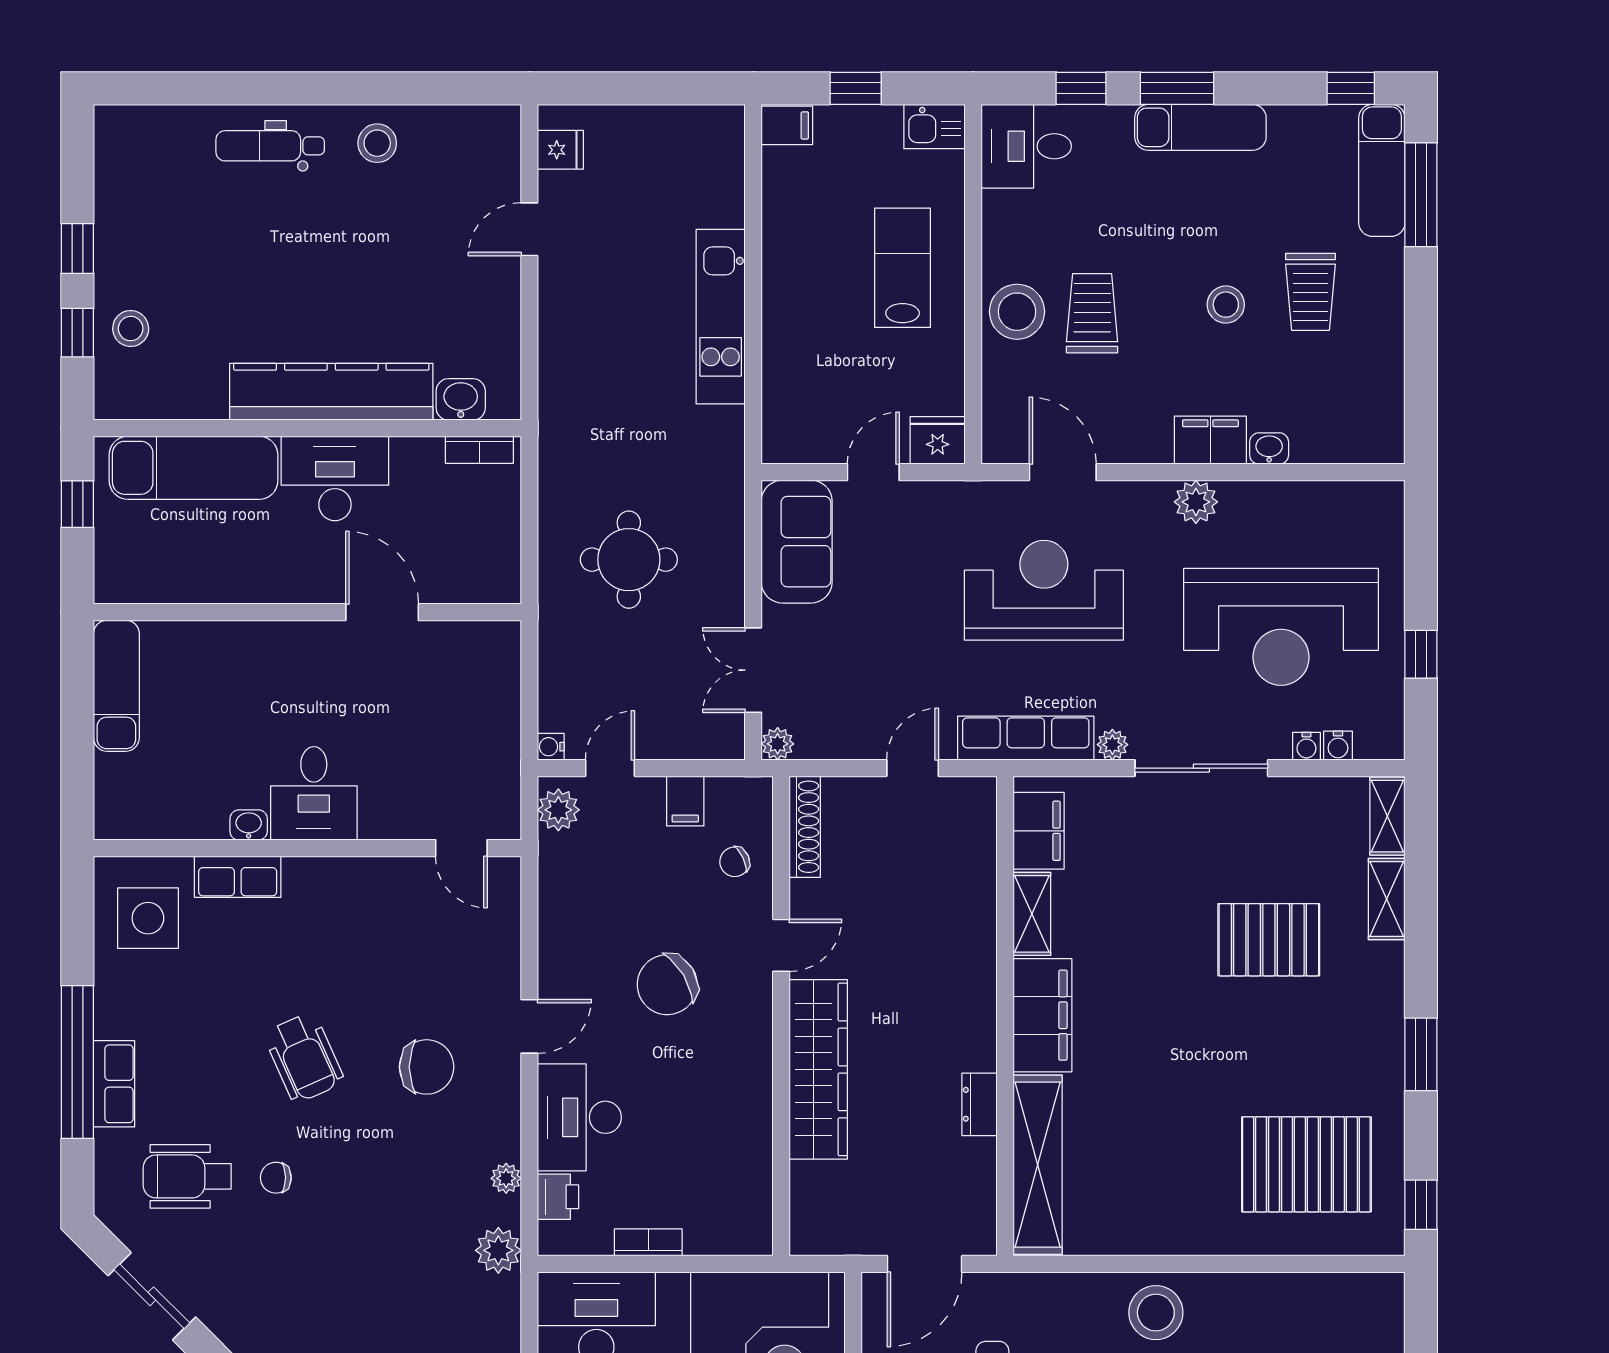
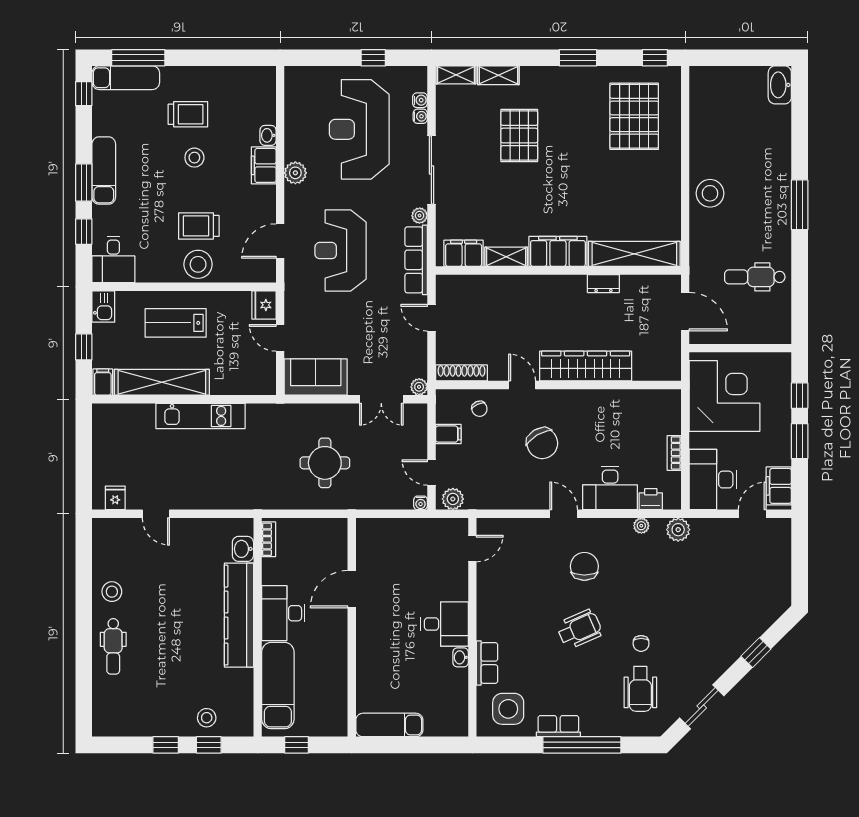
shelving: (787, 241) -> (162, 382), added
reception desk: (1281, 627) -> (359, 129), turned 180
row of seats: (114, 1084) -> (558, 726), moved

